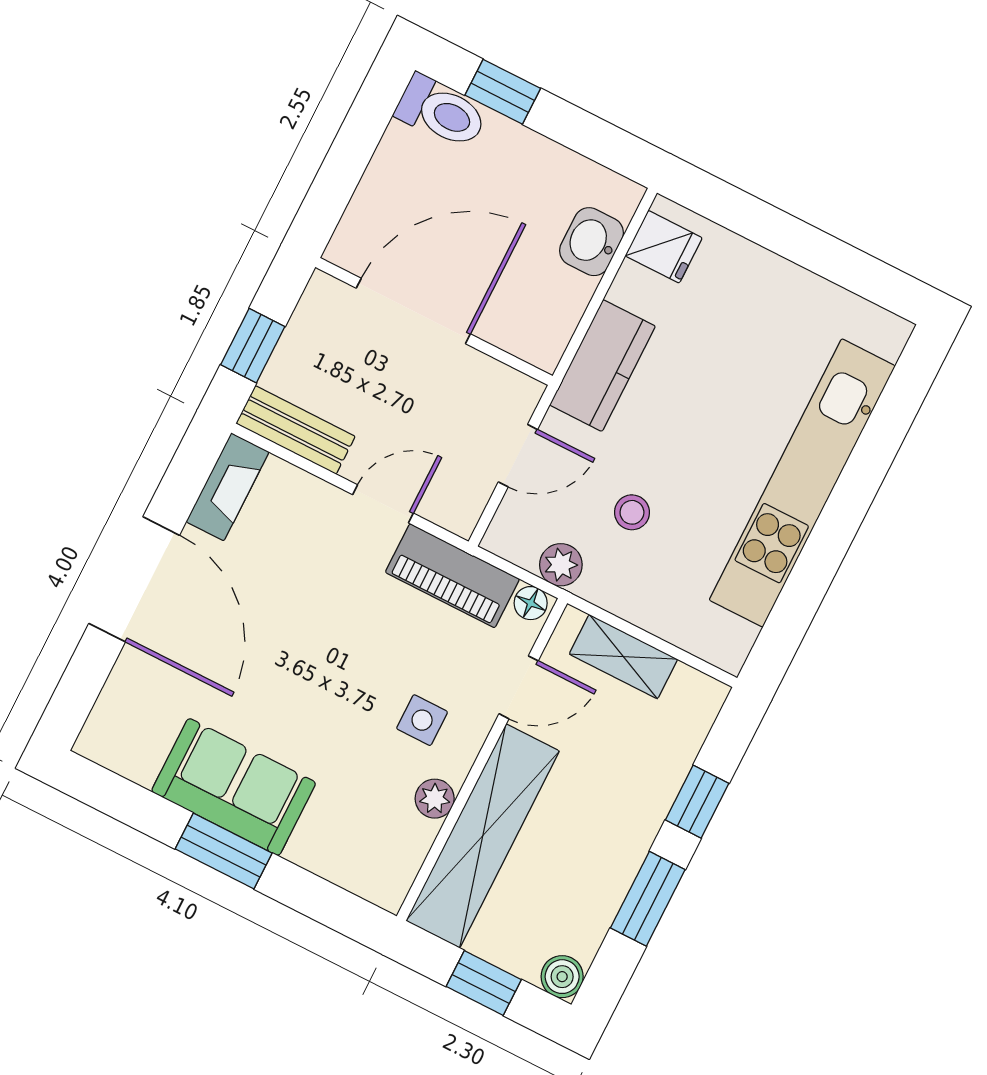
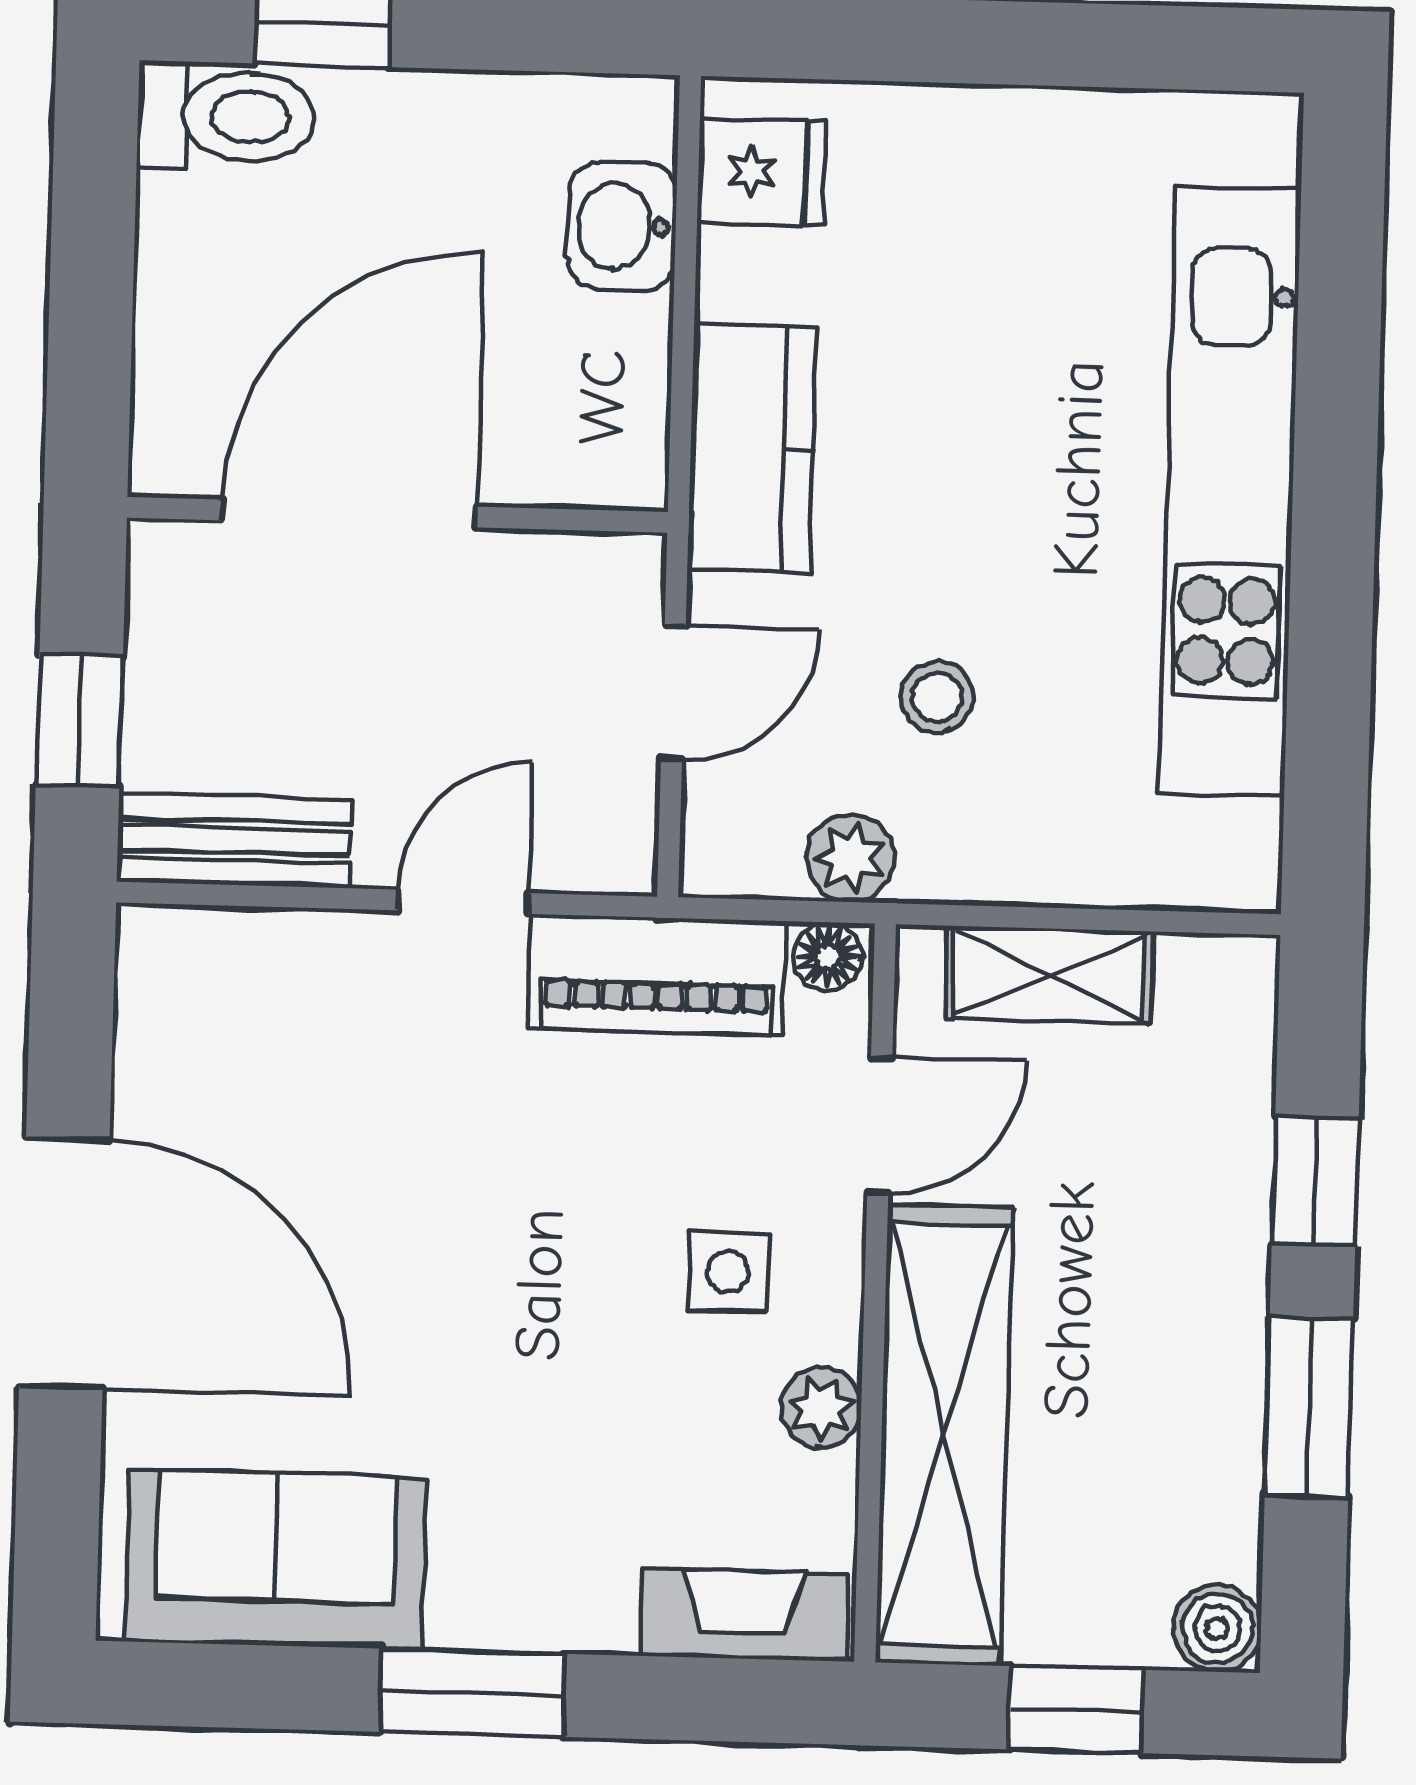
fireplace: (228, 487) -> (743, 1614), moved, turned -90
sofa: (234, 787) -> (276, 1560), moved

